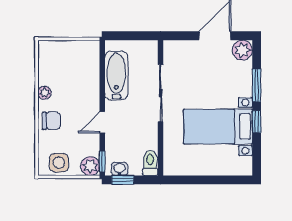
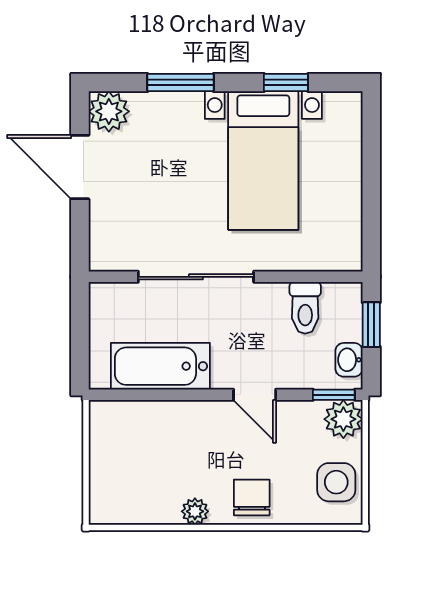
window: (257, 122) -> (286, 83), moved
toilet: (150, 163) -> (305, 308), moved, turned -90
window: (123, 180) -> (371, 325), moved

